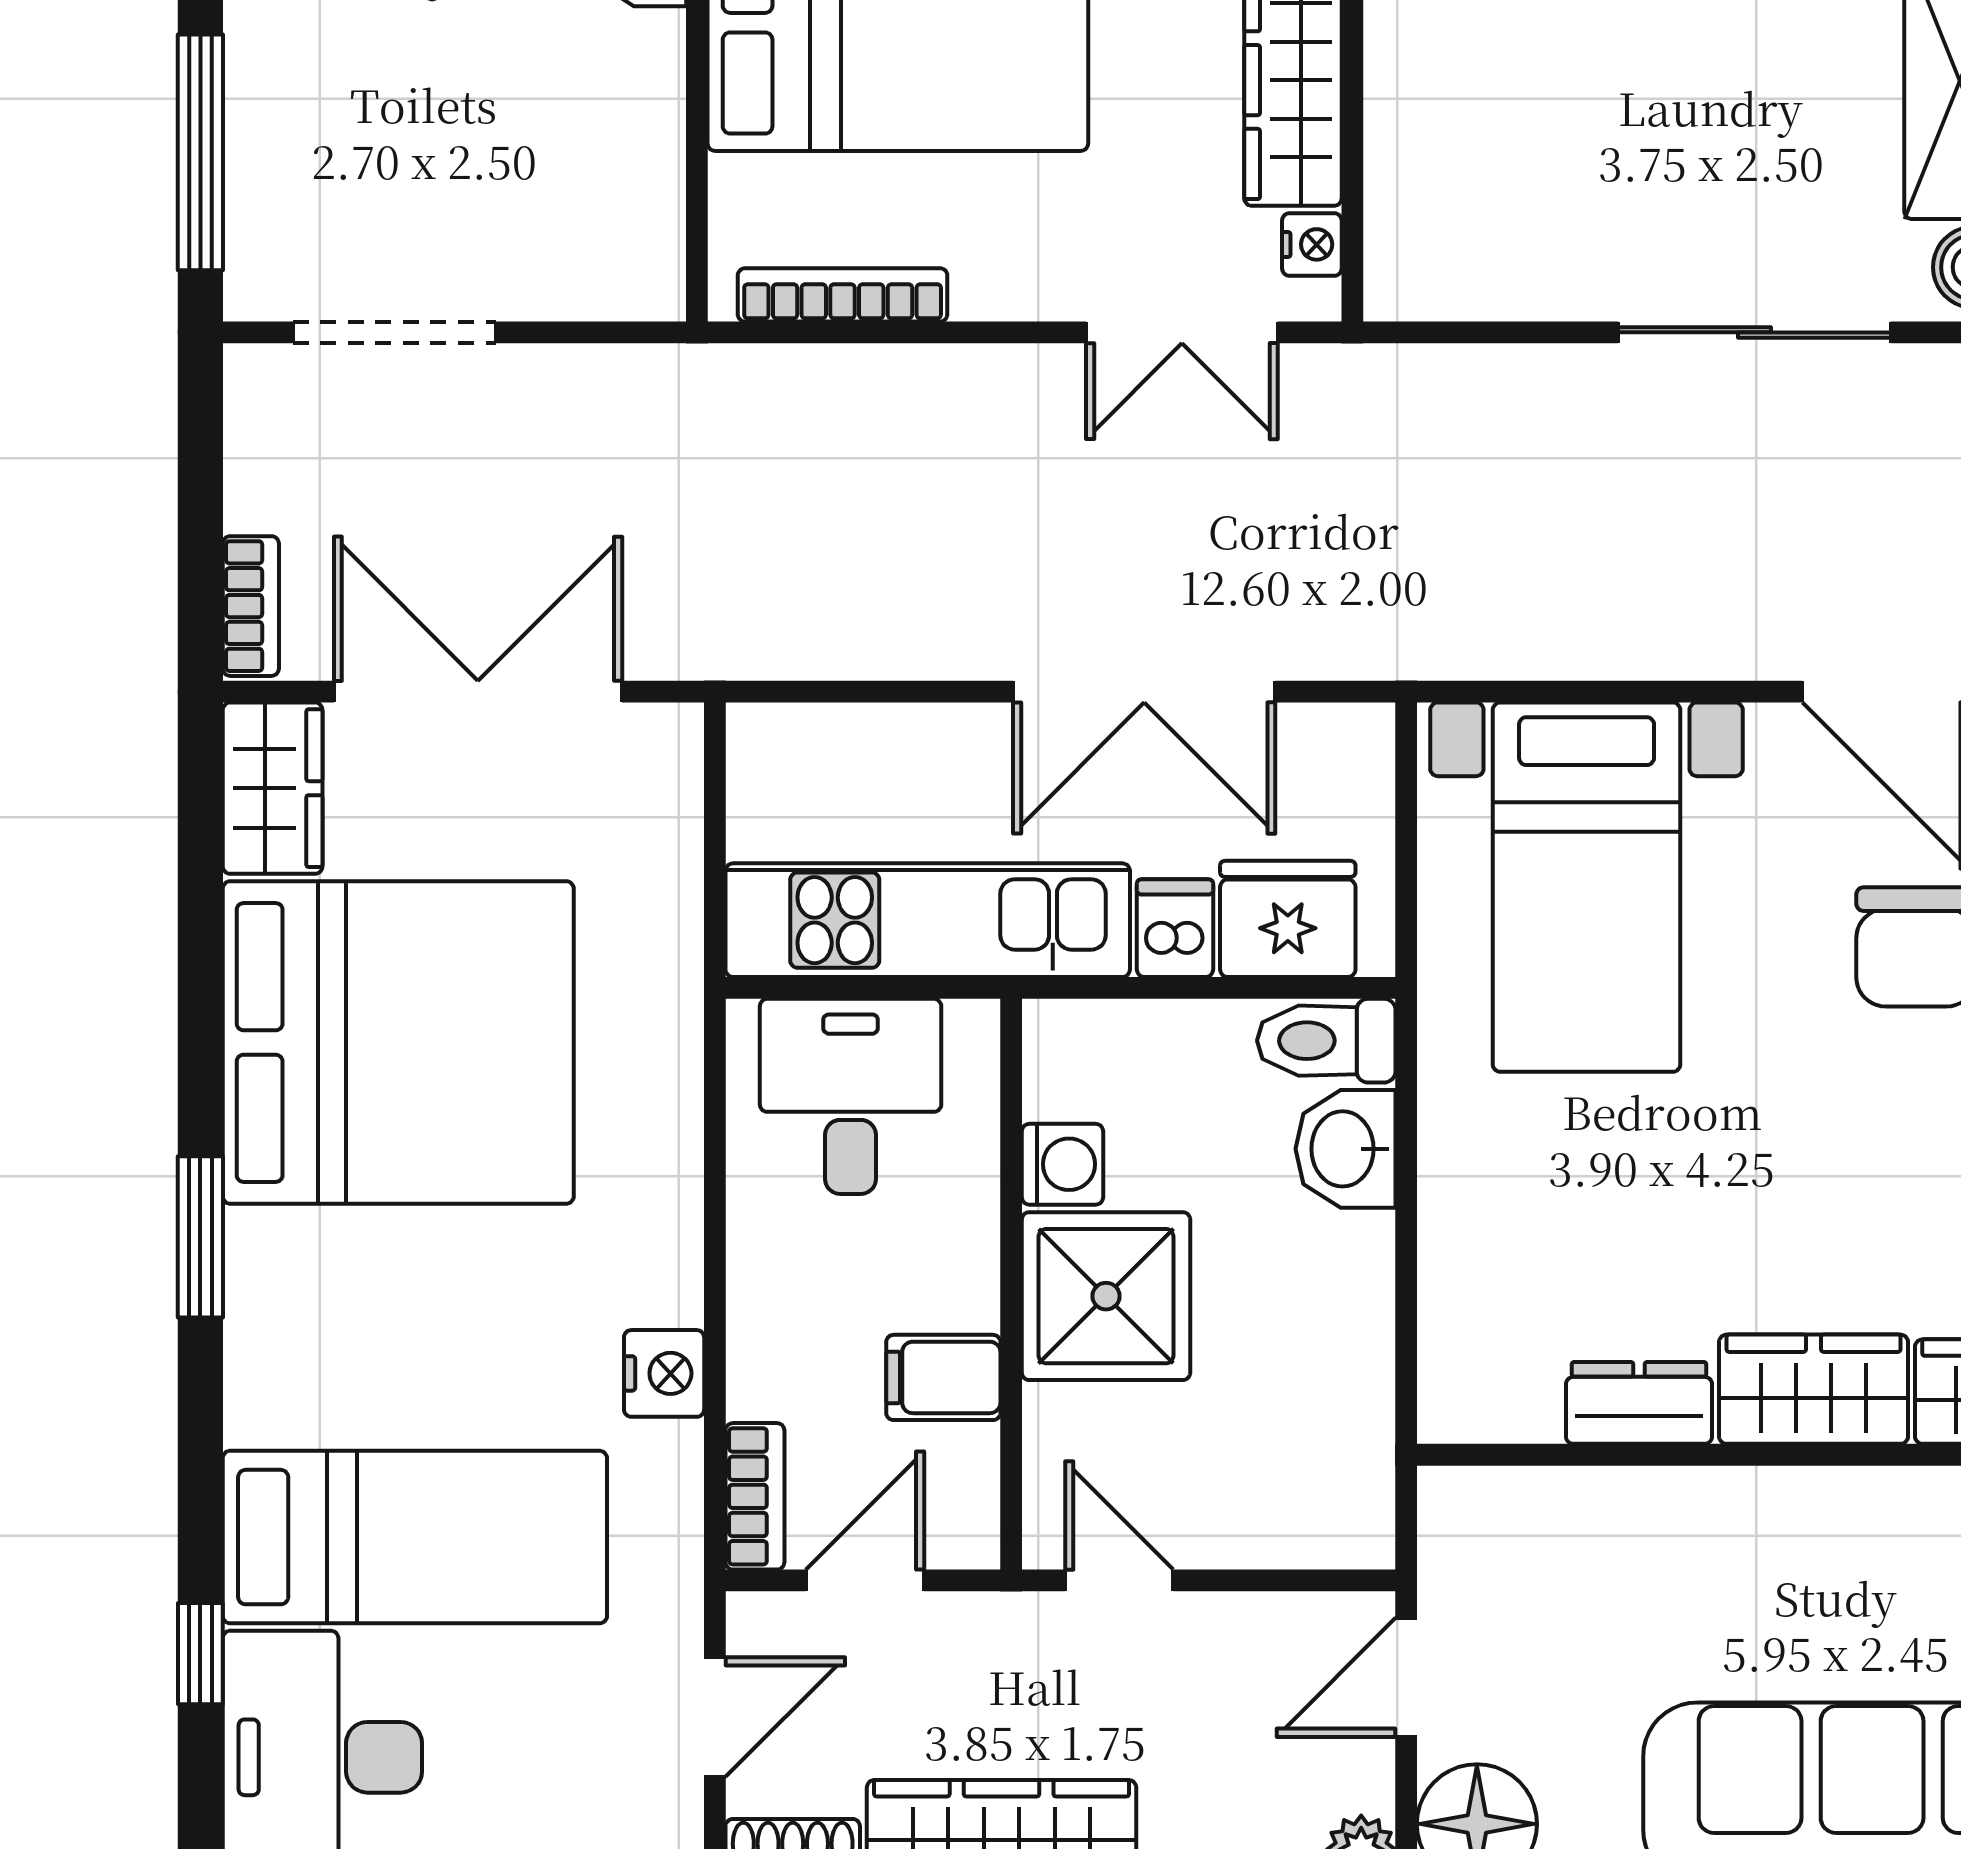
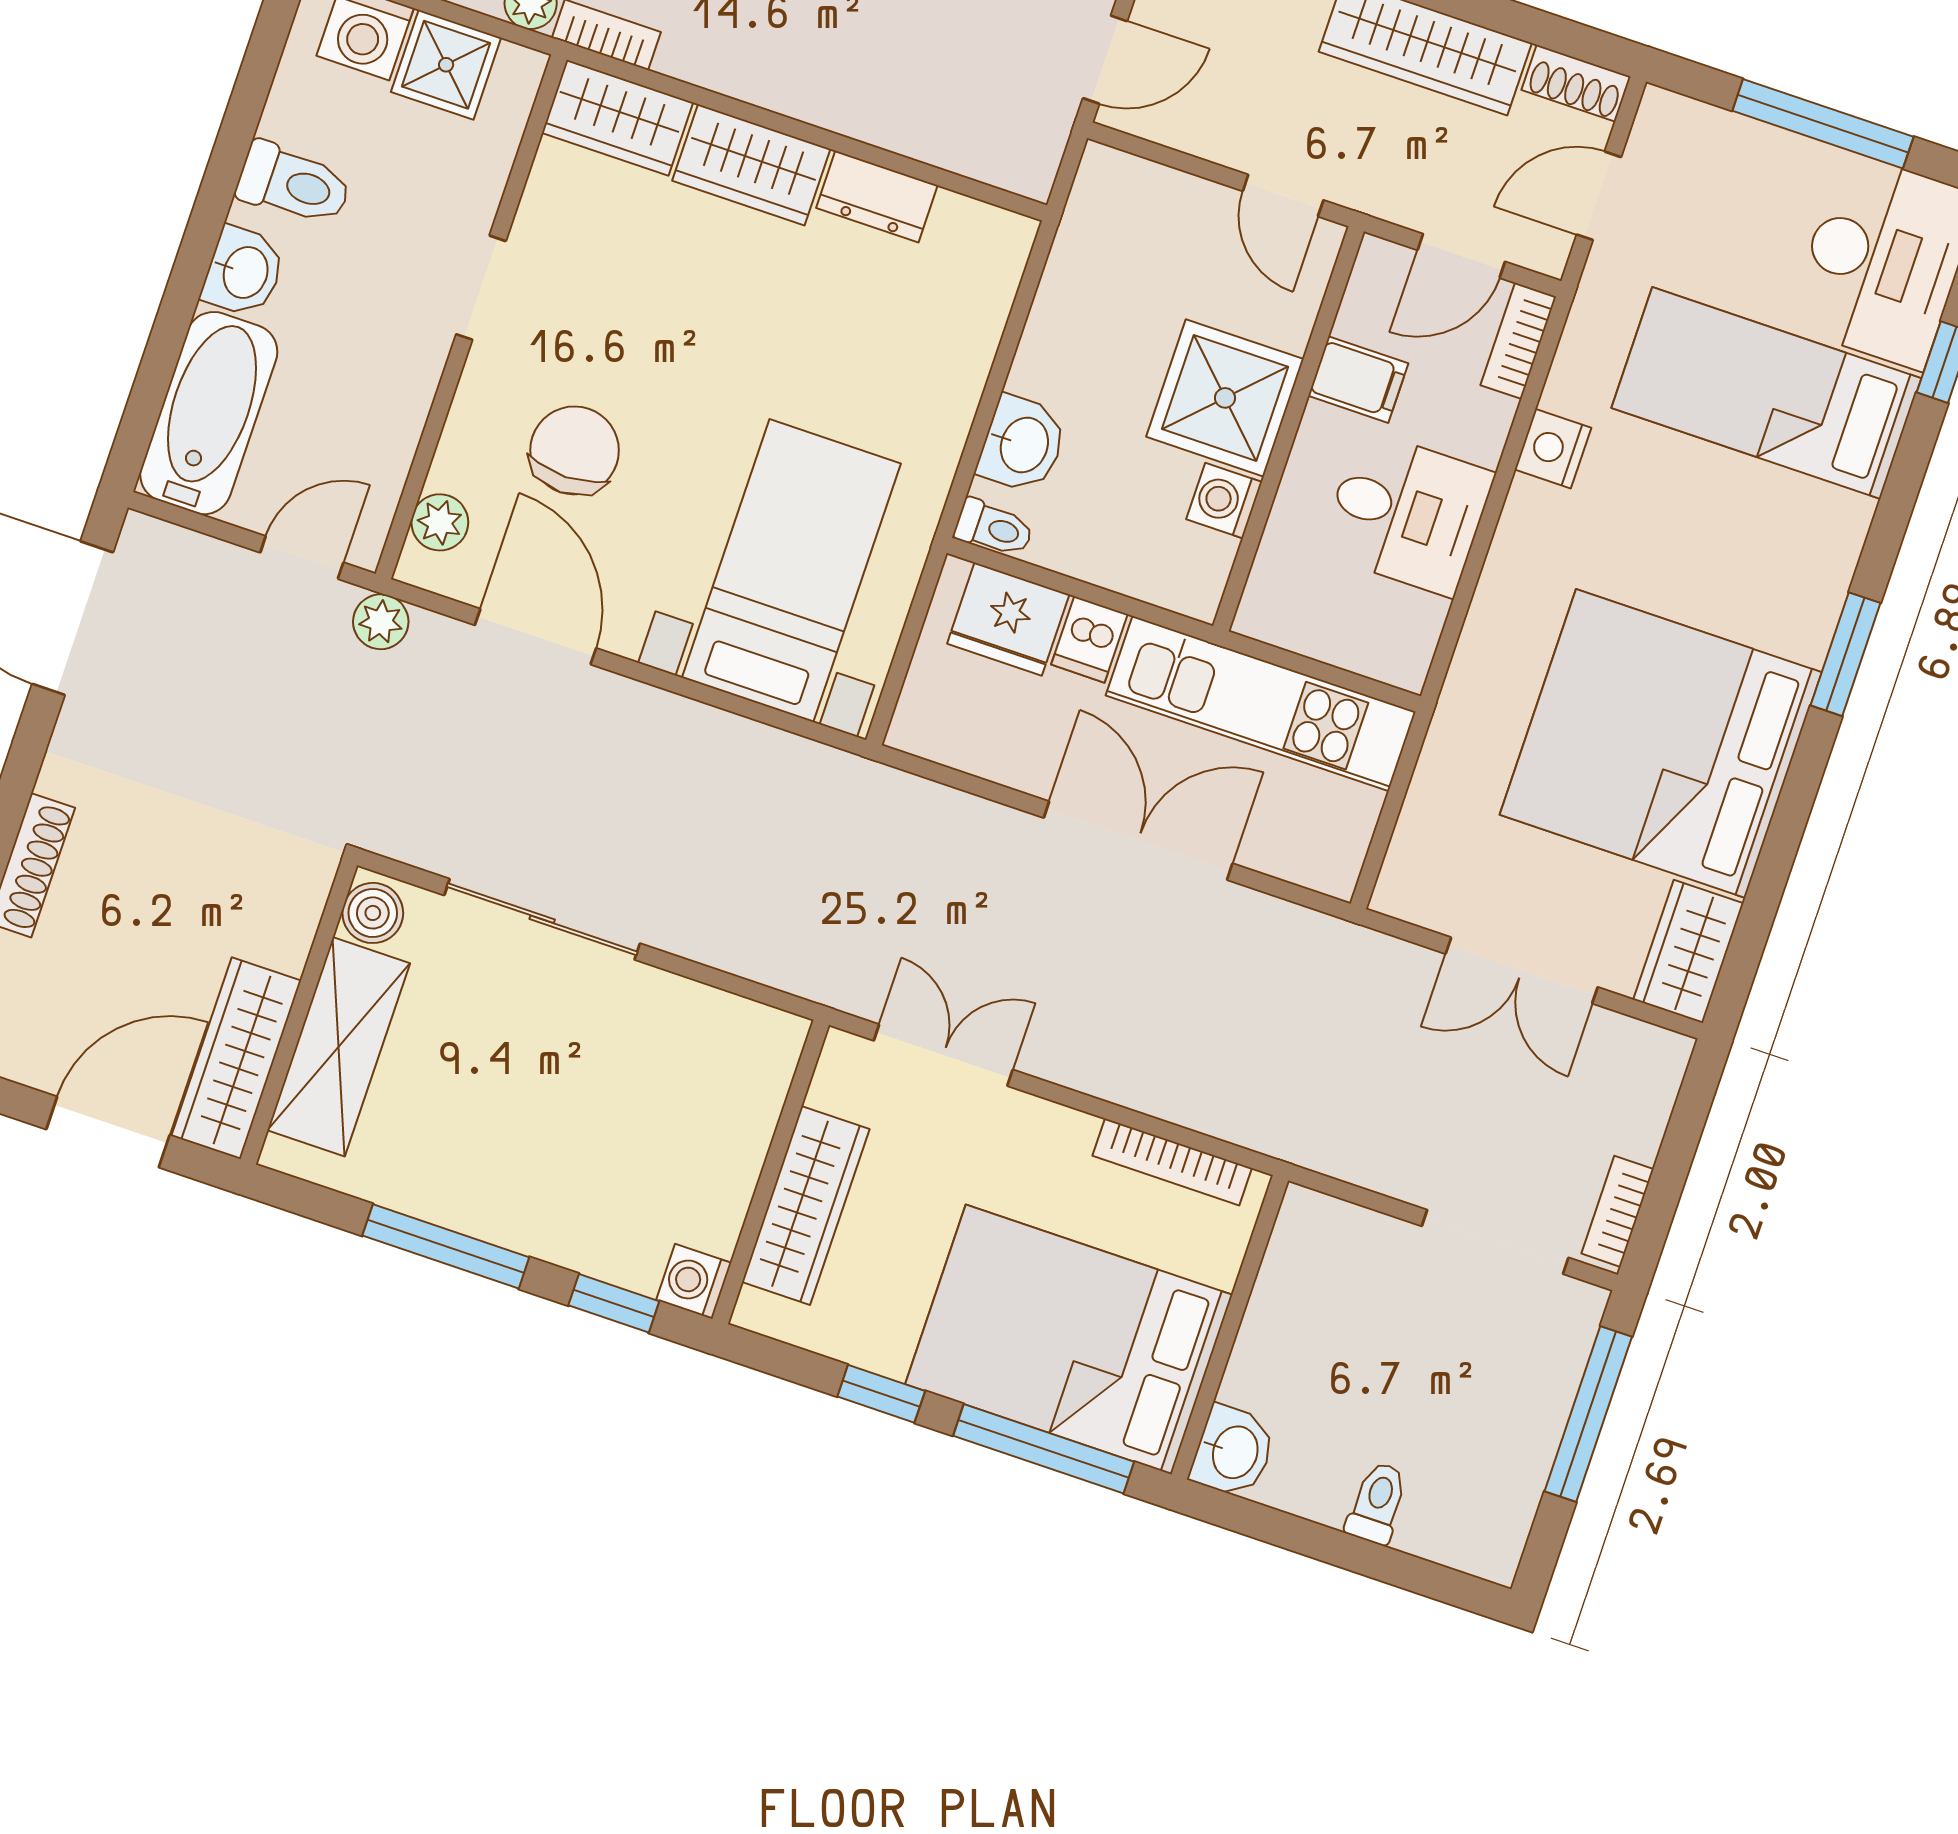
nightstand: (1312, 244) -> (831, 1086), removed
bookcase: (251, 606) -> (1617, 1211), moved
double door: (478, 692) -> (1522, 970), width x0.73
double door: (1144, 692) -> (1138, 841), moved
toilet: (1326, 1041) -> (994, 528), width x0.73, depth x0.72
desk: (851, 1096) -> (1407, 513), moved, turned -90

